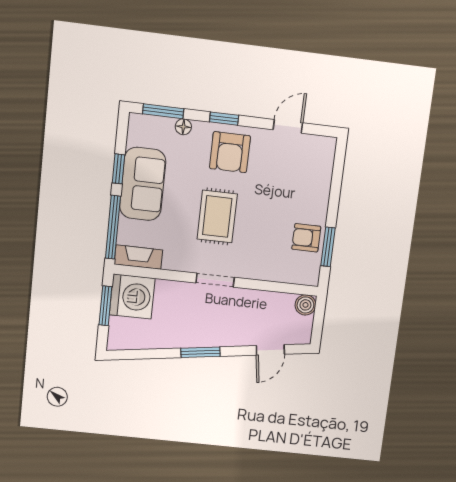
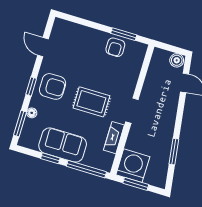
fireplace: (138, 257) -> (114, 138), moved
boiler: (305, 305) -> (177, 60), moved
window: (201, 352) -> (174, 152), moved

